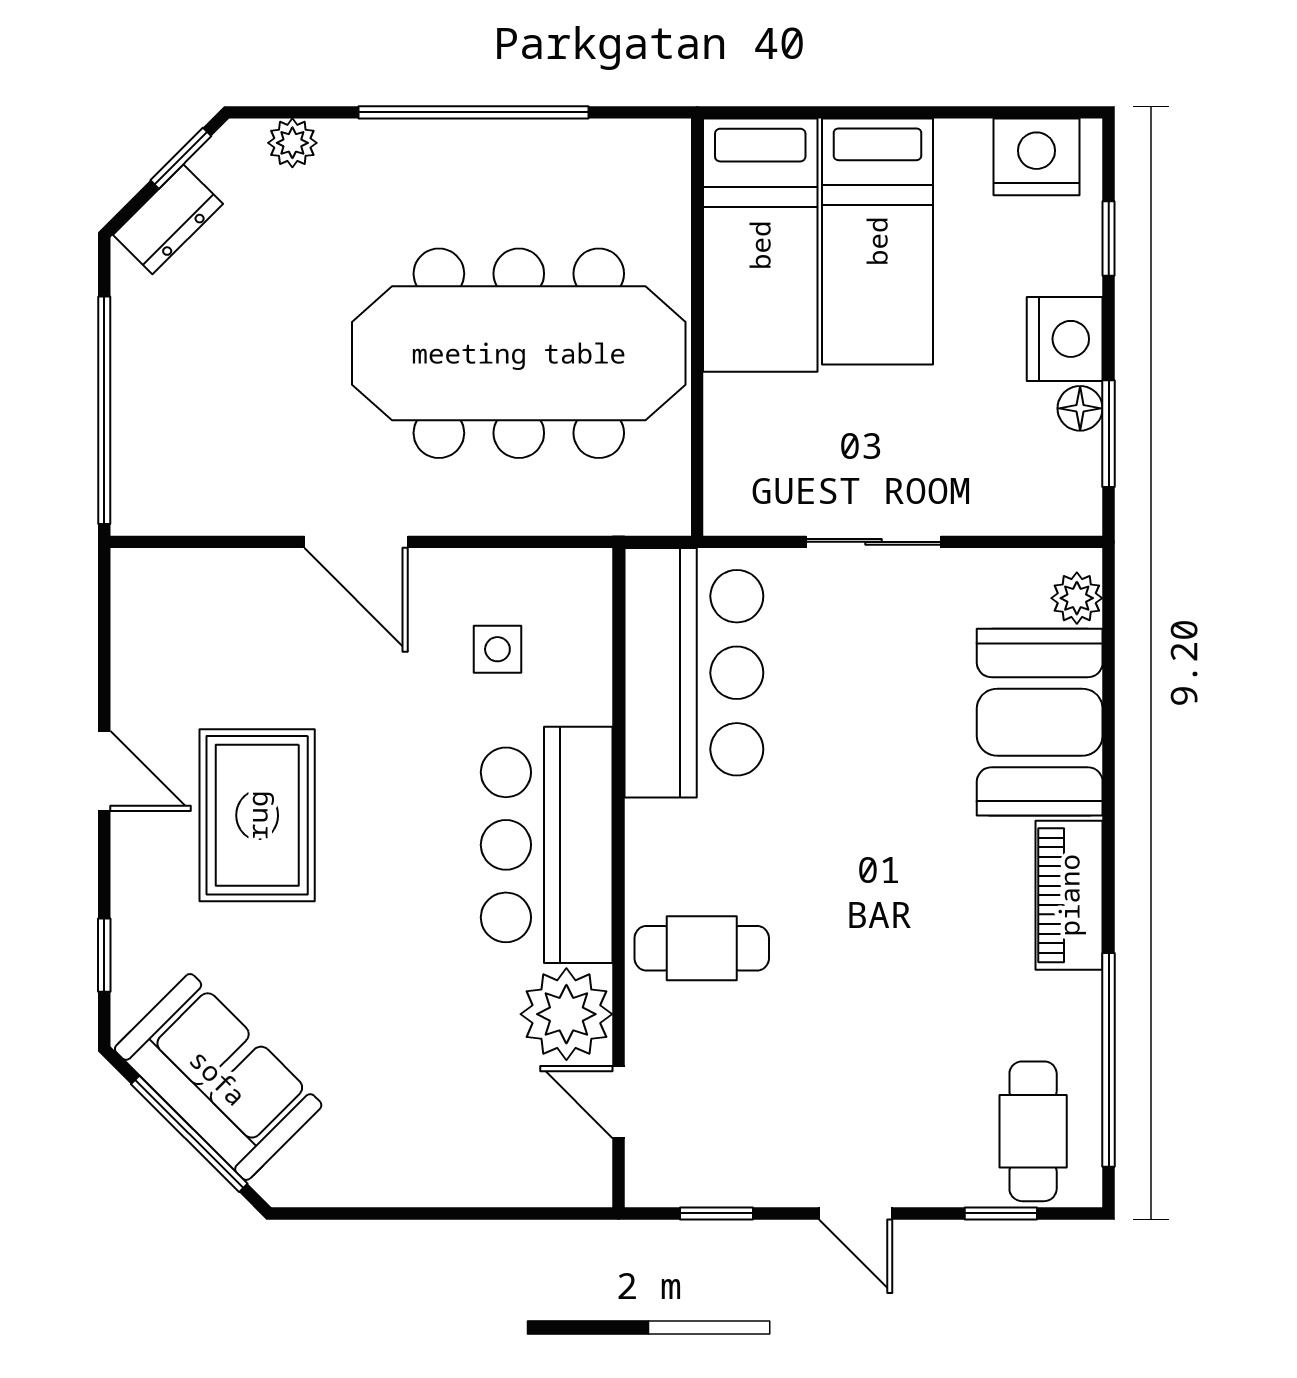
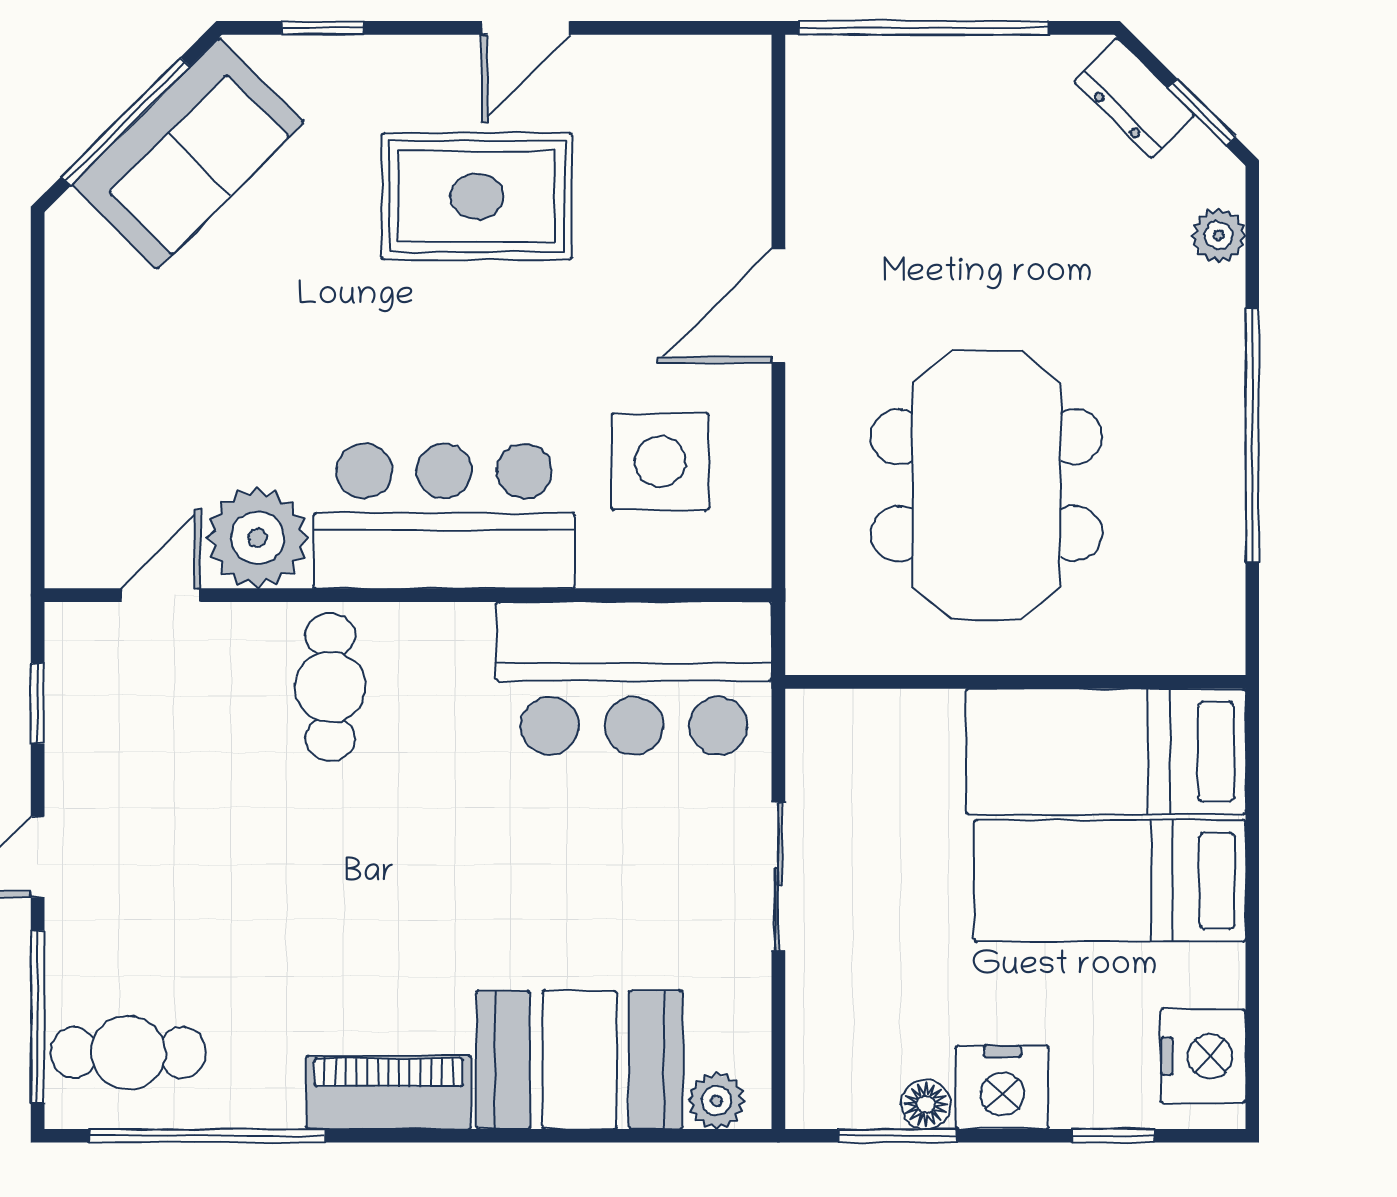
meeting table: (519, 353) -> (986, 485), width x0.73
side table: (497, 649) -> (660, 462), width x1.87, depth x1.87
window: (1001, 1213) -> (38, 1017), width x2.17

